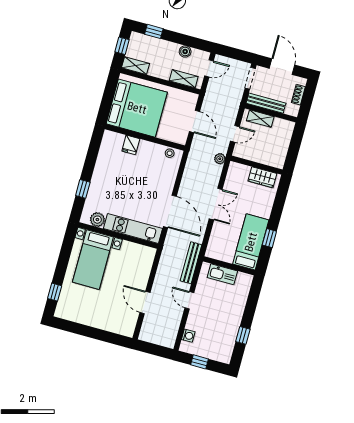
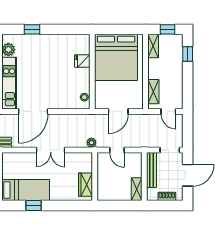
boiler: (185, 51) -> (178, 86), removed
shelving: (260, 119) -> (137, 189), moved

